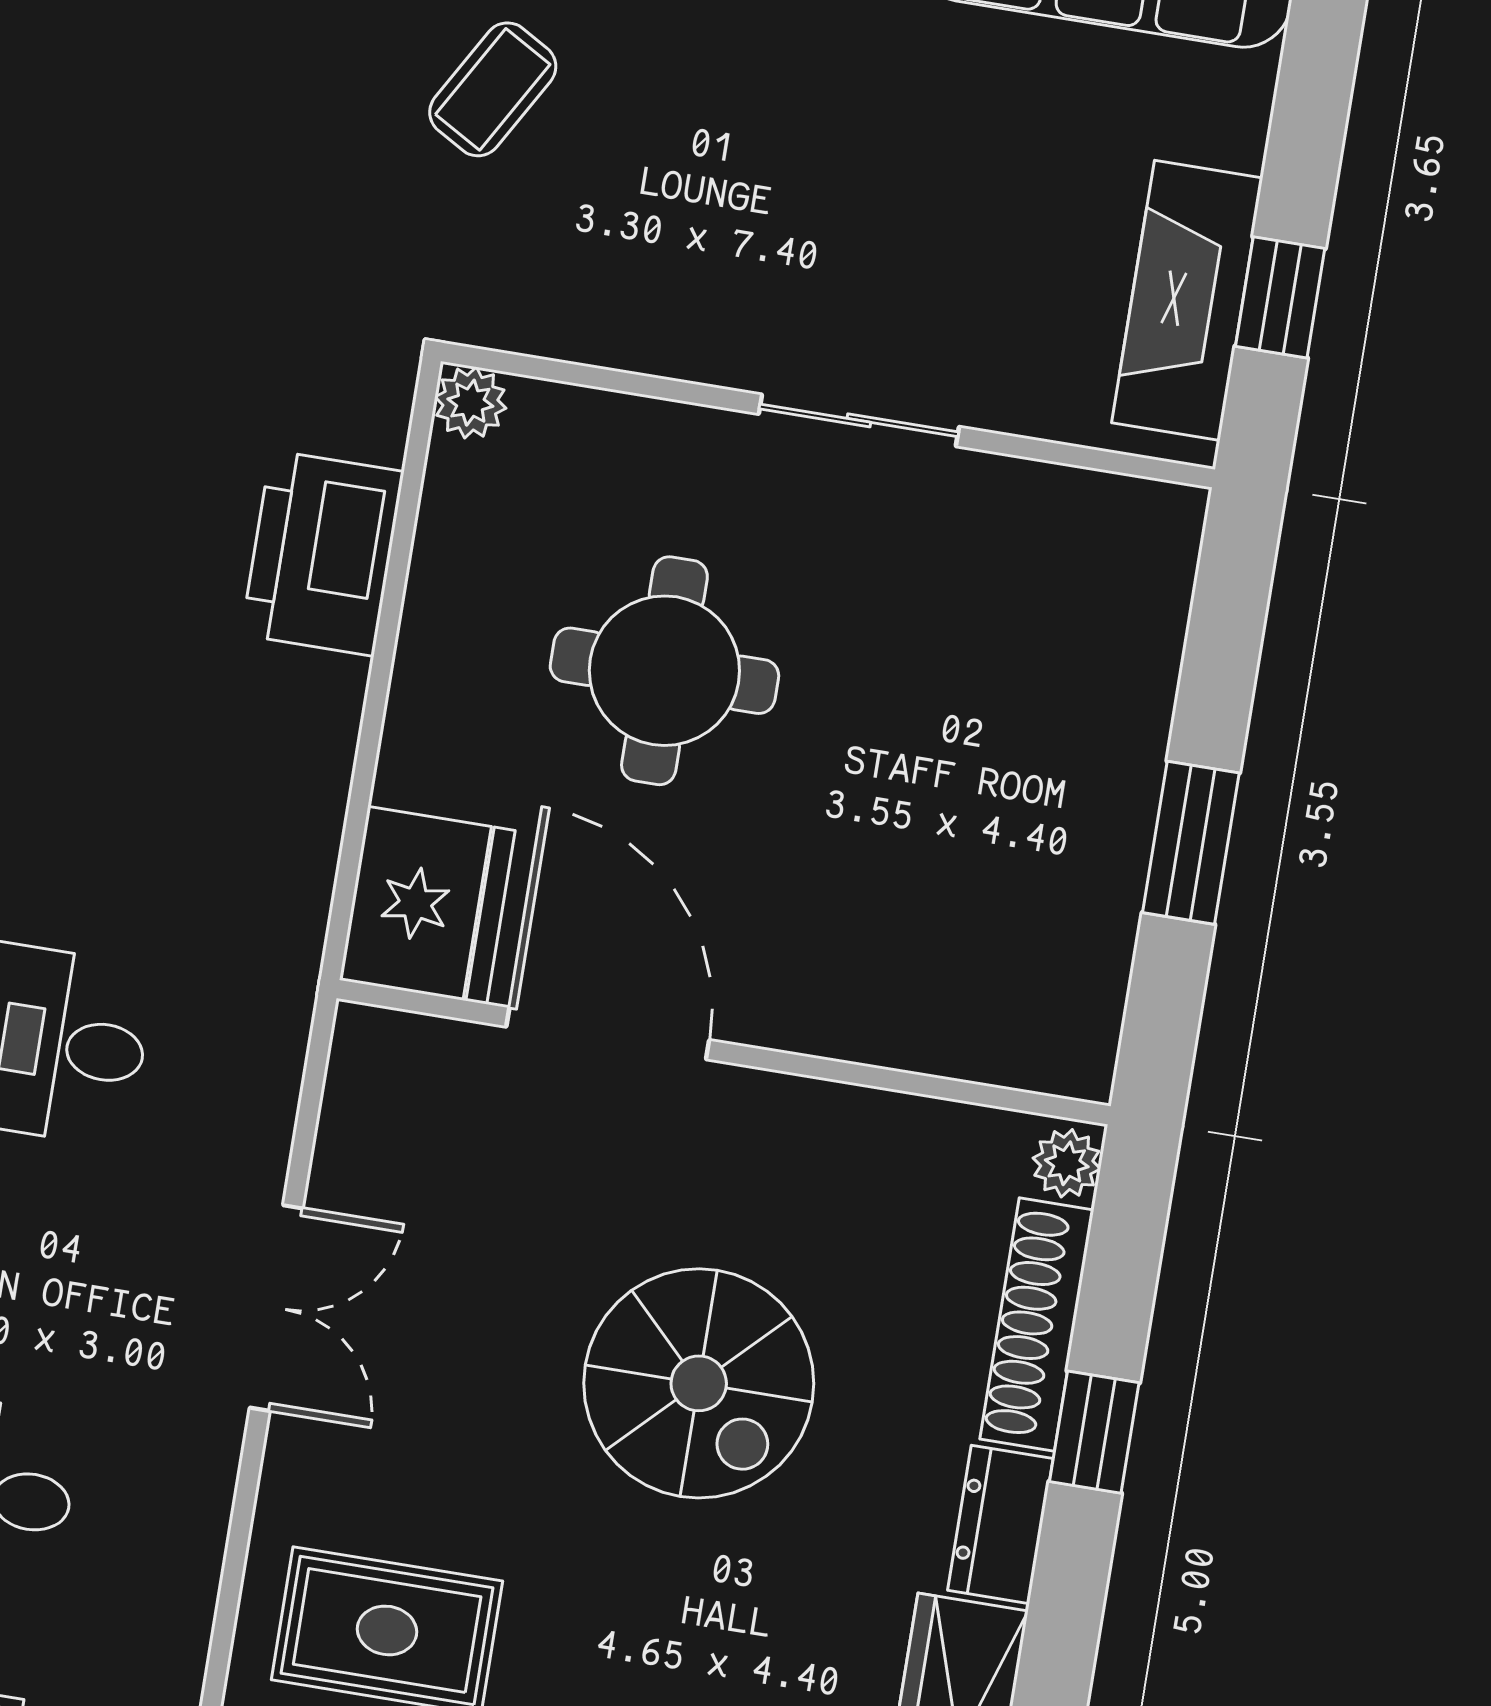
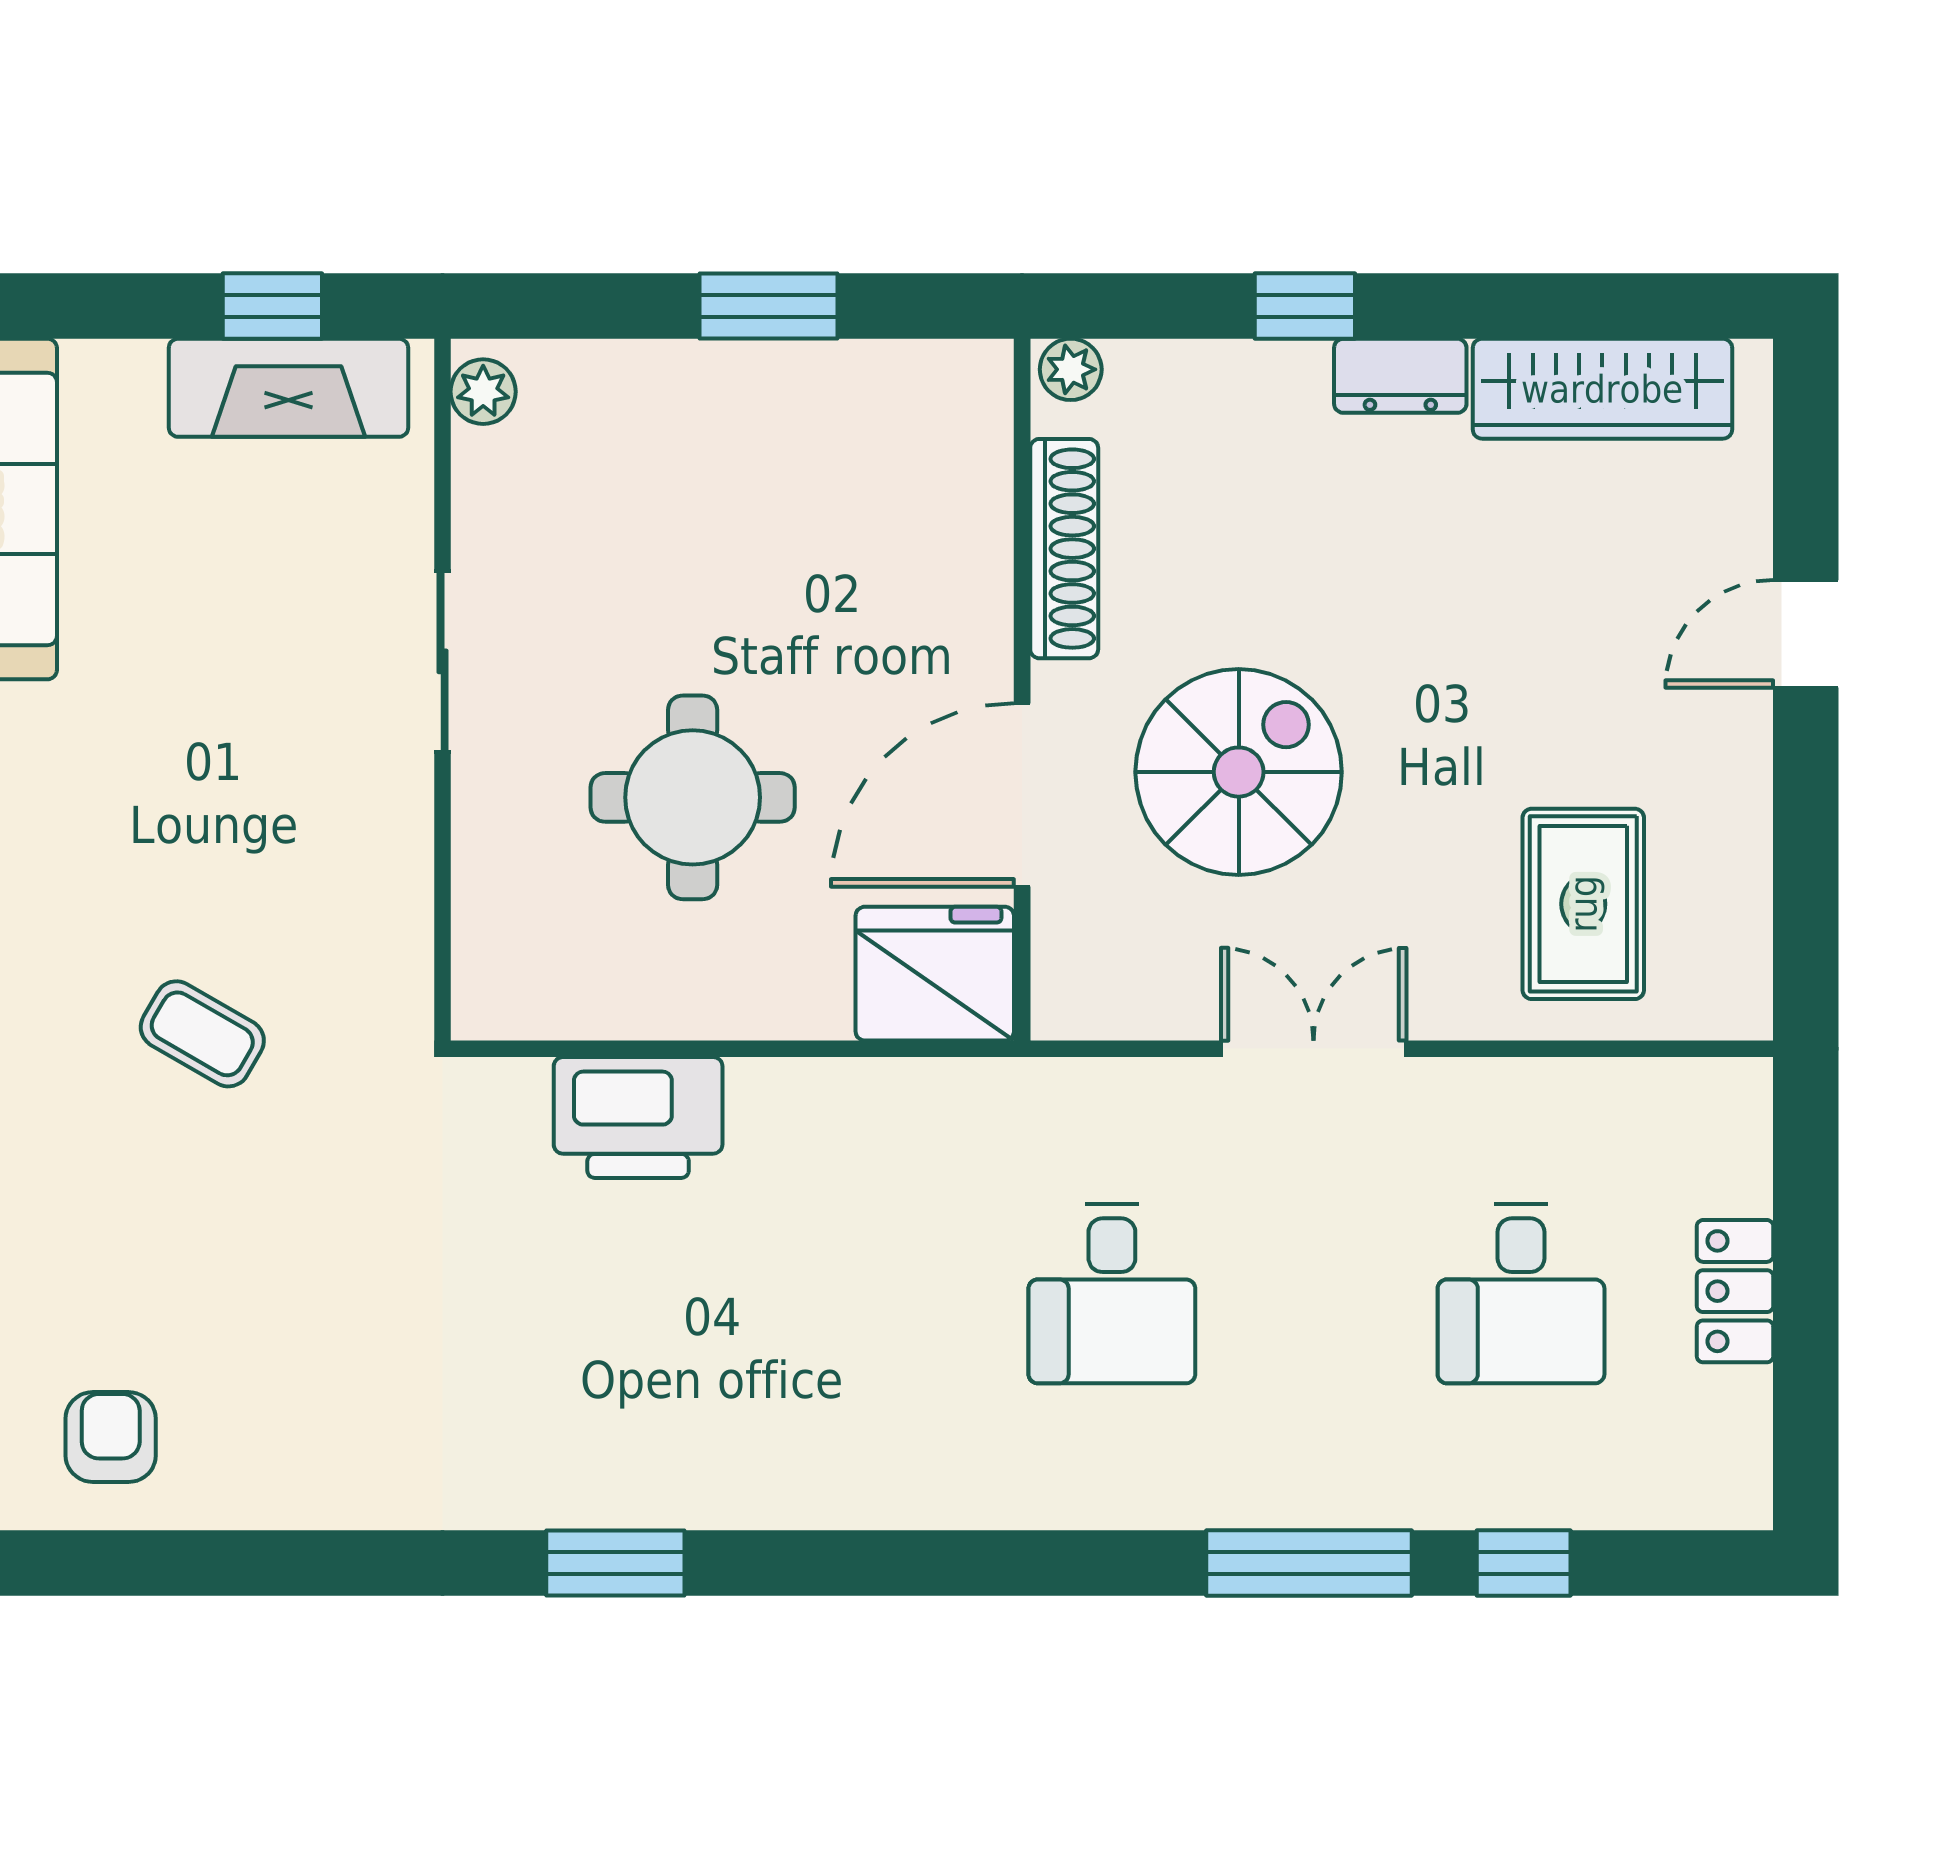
plant: (470, 403) -> (483, 392), moved
shoe rack: (1037, 1324) -> (1064, 549), moved, turned -90
spiral stairs: (699, 1383) -> (1239, 772), moved

